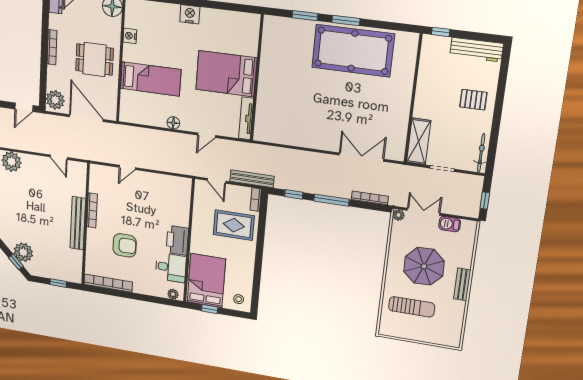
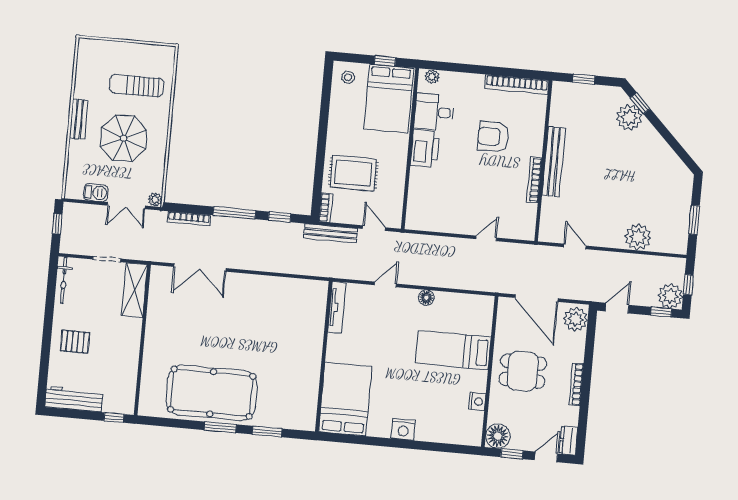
bed: (226, 74) -> (345, 399), moved, turned -90

